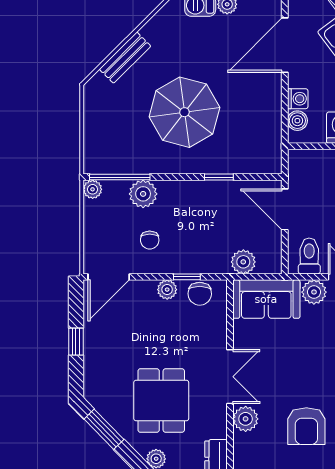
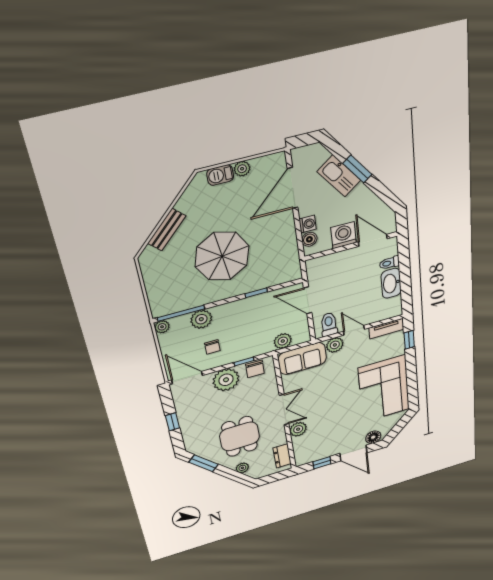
door: (109, 277) -> (187, 378), swing flipped
plant: (167, 290) -> (226, 380), width x1.88, depth x1.88
armchair: (306, 426) -> (339, 421), removed

